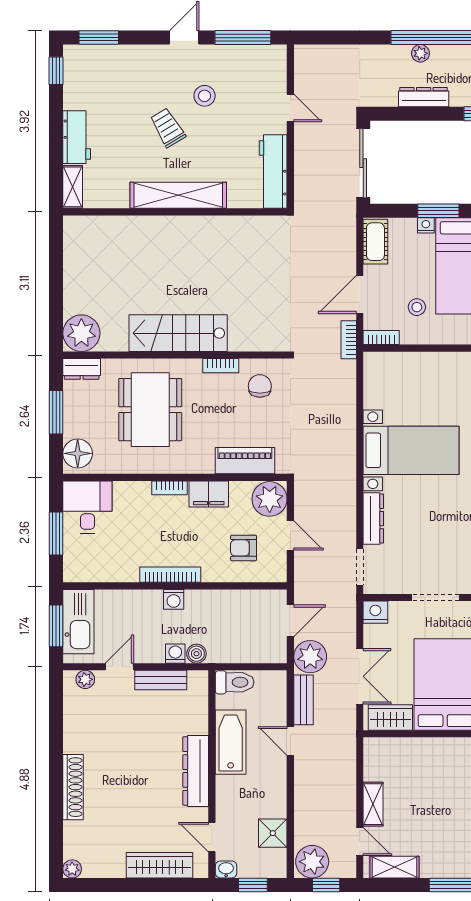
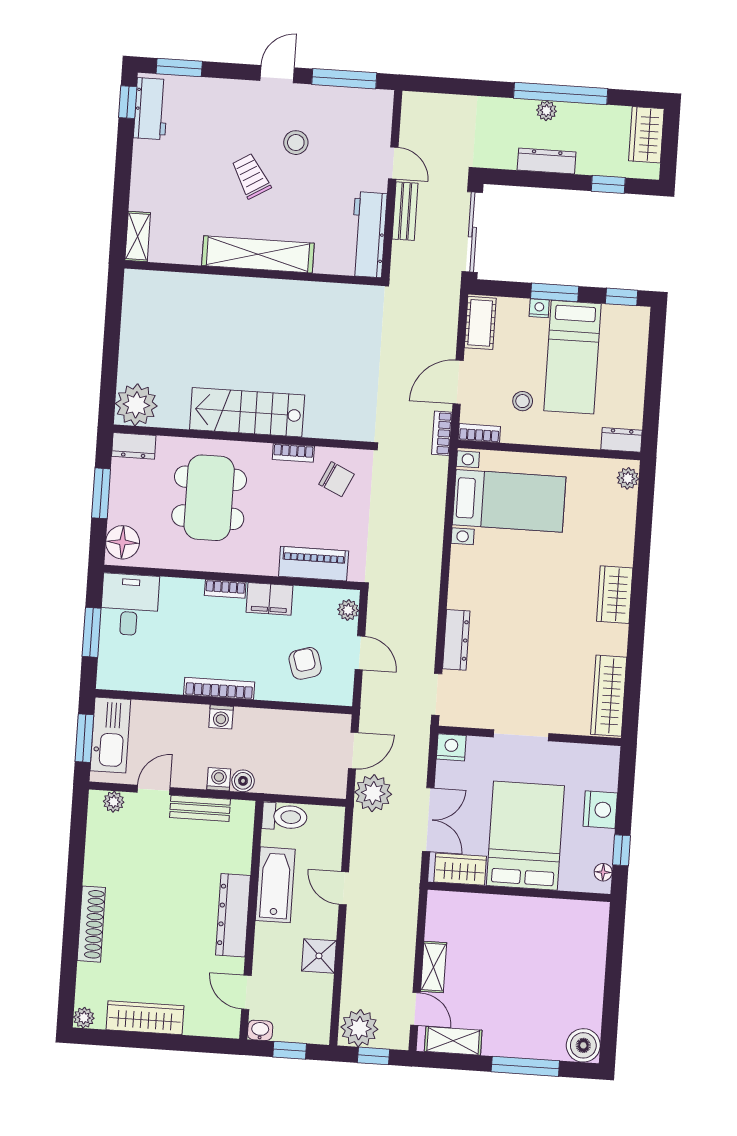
workbench: (77, 137) -> (151, 109), moved
chair: (260, 386) -> (336, 479), turned 115
bed with nightstands: (411, 450) -> (509, 501), moved
plant: (270, 499) -> (348, 610), width x0.53, depth x0.53
armchair: (244, 548) -> (305, 663), turned 73
bench: (303, 700) -> (405, 211), moved
shower: (273, 833) -> (319, 956), moved
wardrobe: (159, 865) -> (145, 1018), moved

